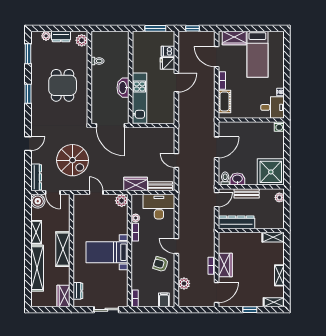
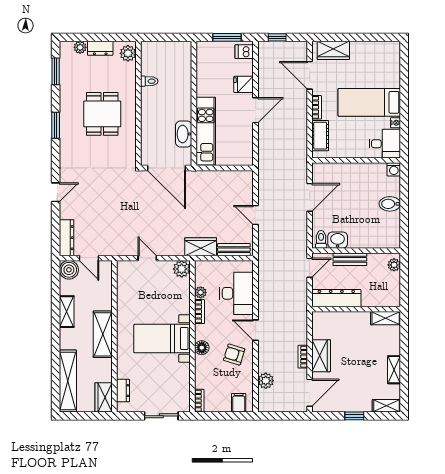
dishwasher: (168, 51) -> (244, 52), moved
bed: (257, 54) -> (369, 102), moved, turned 90
washbasin: (123, 88) -> (184, 134), moved
bidet: (276, 152) -> (390, 204), added
spiral stairs: (73, 160) -> (116, 215), removed
shower: (271, 172) -> (383, 230), removed
desk: (159, 207) -> (237, 293), moved, turned 90
floor lamp: (136, 259) -> (202, 348), added
shelving: (37, 268) -> (68, 381), moved

